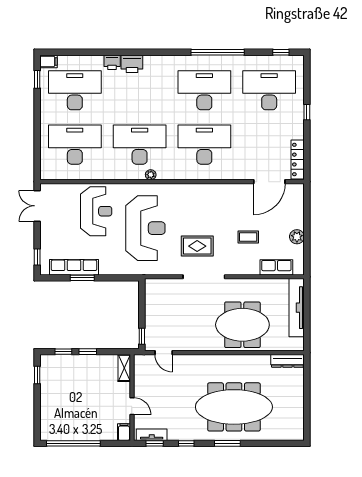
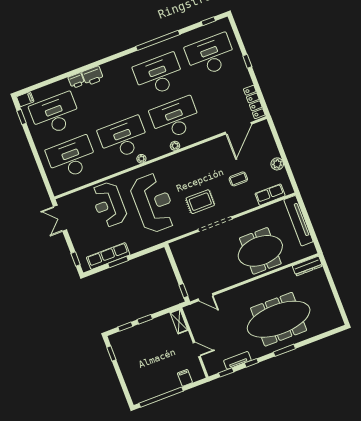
plant: (193, 175) -> (175, 146), added
reception desk: (96, 211) -> (109, 204), turned 180
filing cabinet: (124, 432) -> (185, 378), moved
tv unit: (152, 435) -> (237, 360), moved

